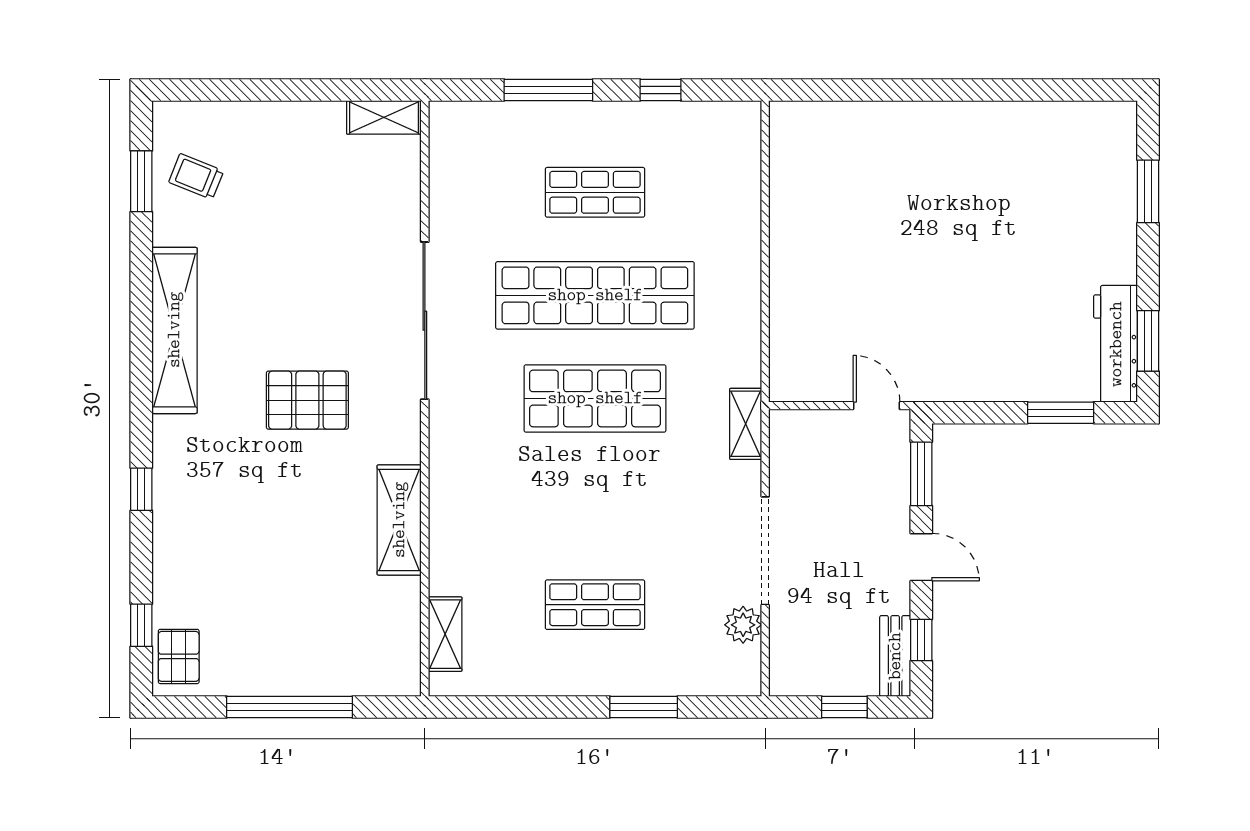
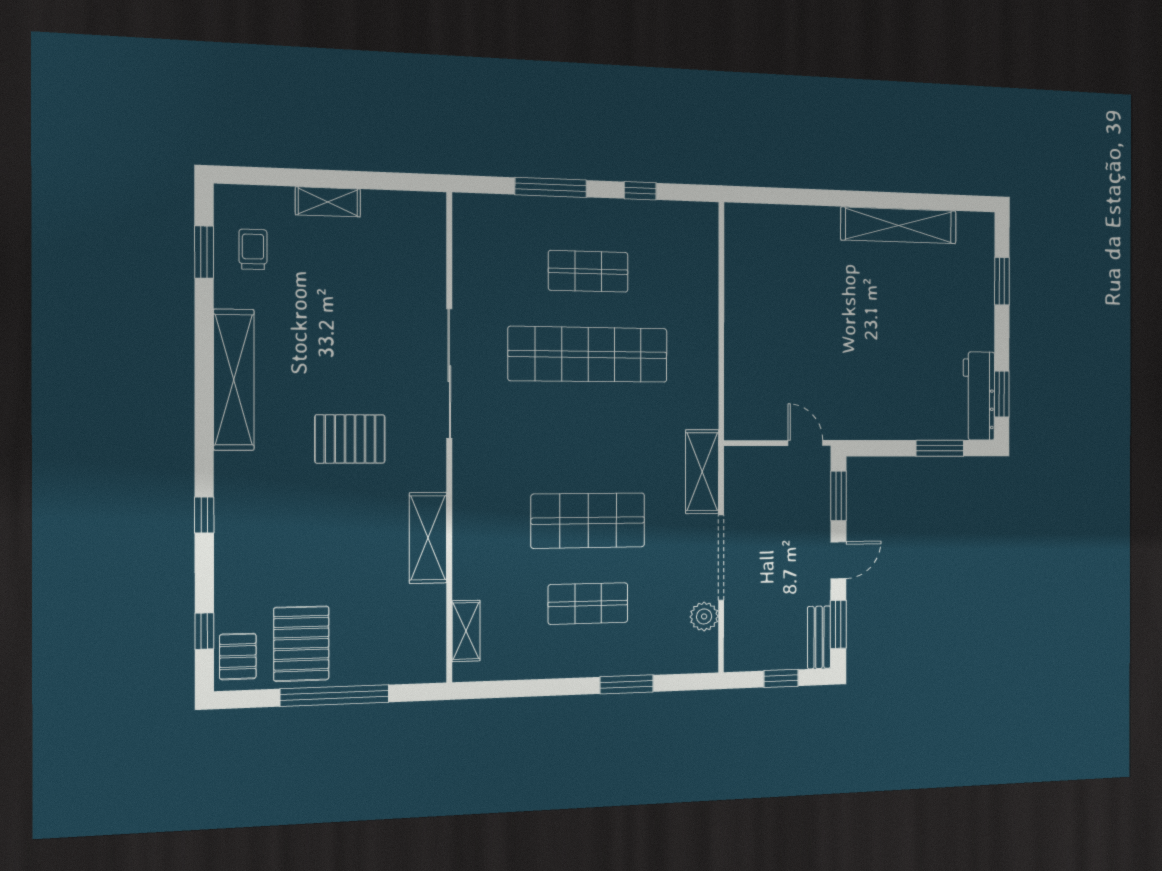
shelving: (384, 117) -> (328, 202), moved
shelving: (1003, 122) -> (899, 225), added
trolley: (196, 176) -> (253, 249), turned 68
shop shelf: (595, 398) -> (588, 521), moved
shelving: (746, 424) -> (702, 472), width x1.50, depth x1.33
door: (921, 557) -> (838, 560), hinge flipped
window: (921, 640) -> (838, 624), width x1.50
pallet: (251, 644) -> (301, 644), added

